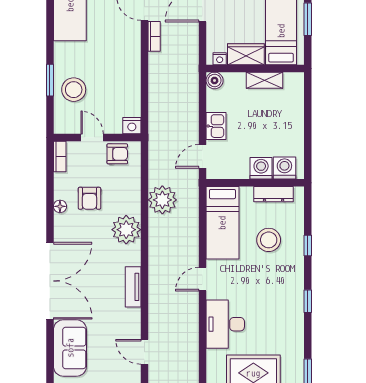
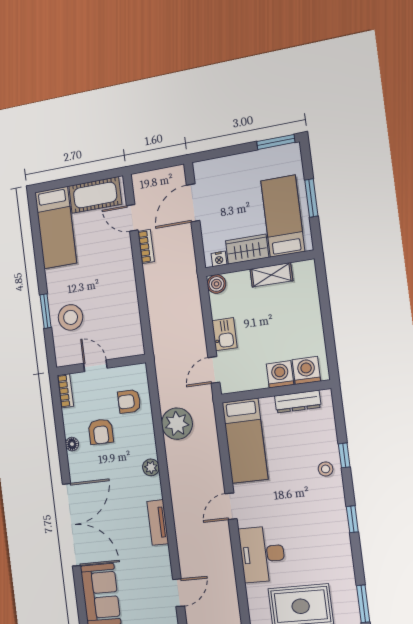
nightstand: (132, 126) -> (135, 347), removed
armchair: (117, 154) -> (129, 401), moved, turned 180
plant: (126, 230) -> (151, 467), width x0.53, depth x0.53
stool: (269, 240) -> (326, 469), moved, width x0.53, depth x0.53
door: (144, 352) -> (179, 593), swing flipped

